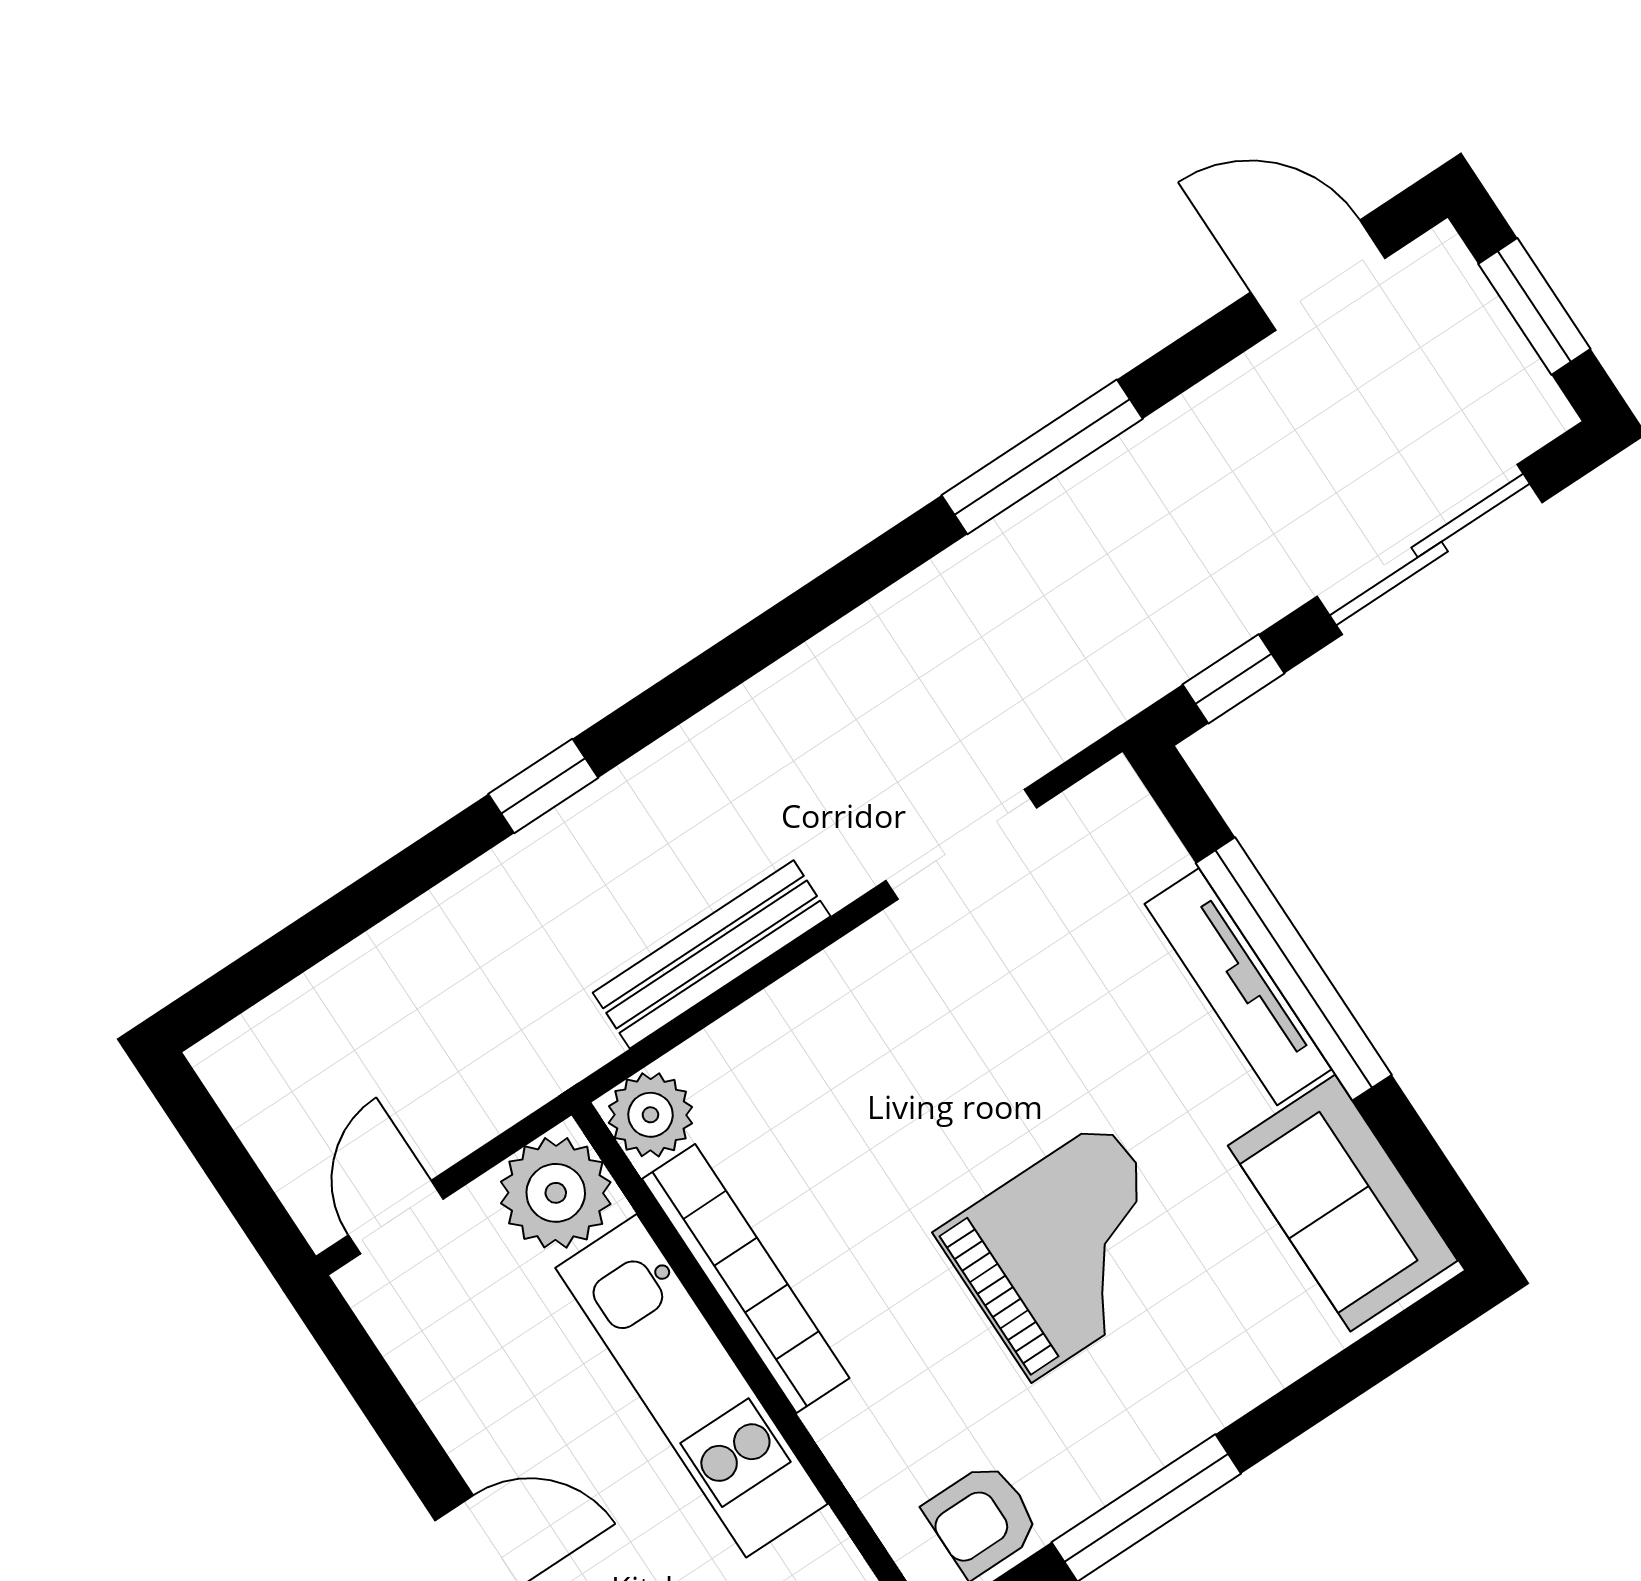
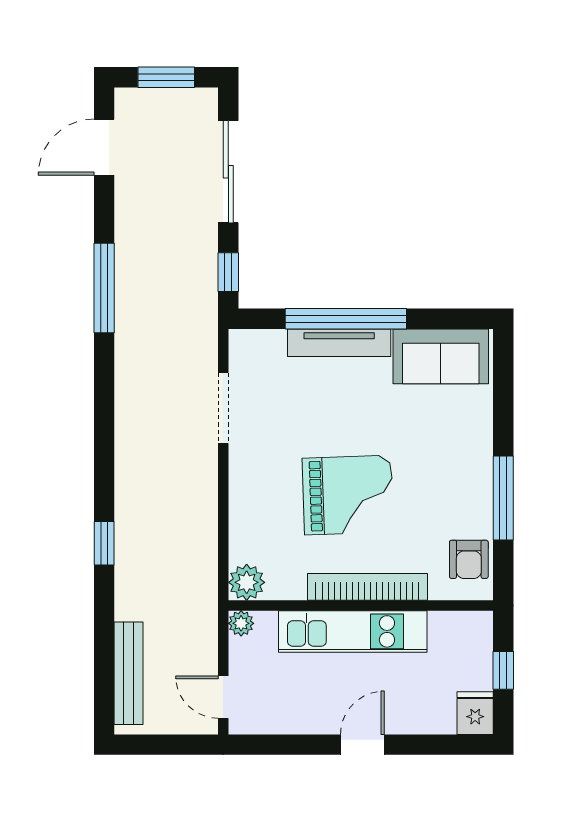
bench: (712, 954) -> (129, 673), moved
plant: (556, 1193) -> (241, 623), width x0.53, depth x0.53
grand piano: (1069, 1250) -> (348, 495), moved, turned 88
bookcase: (746, 1279) -> (367, 587), moved

